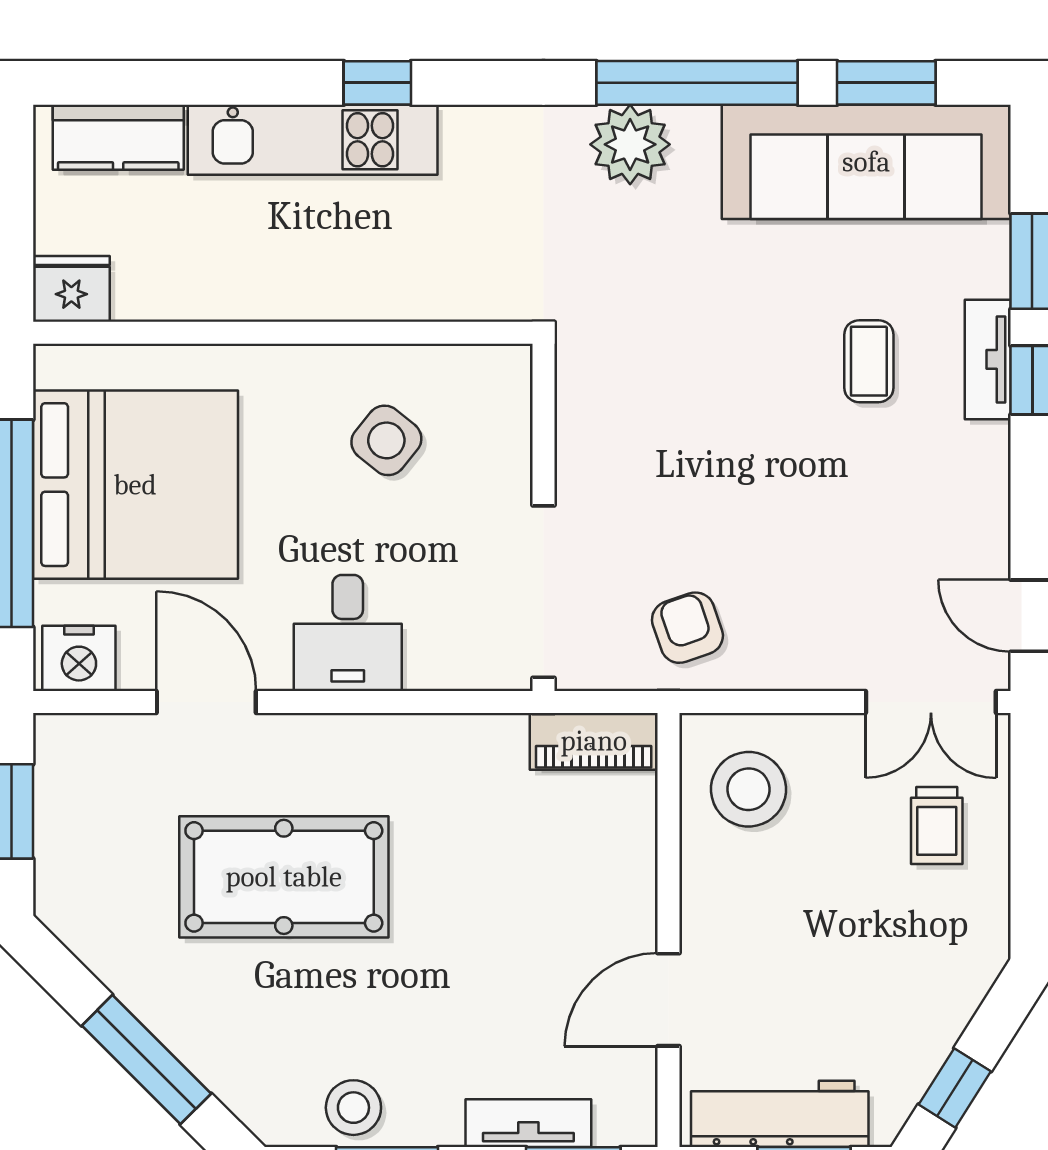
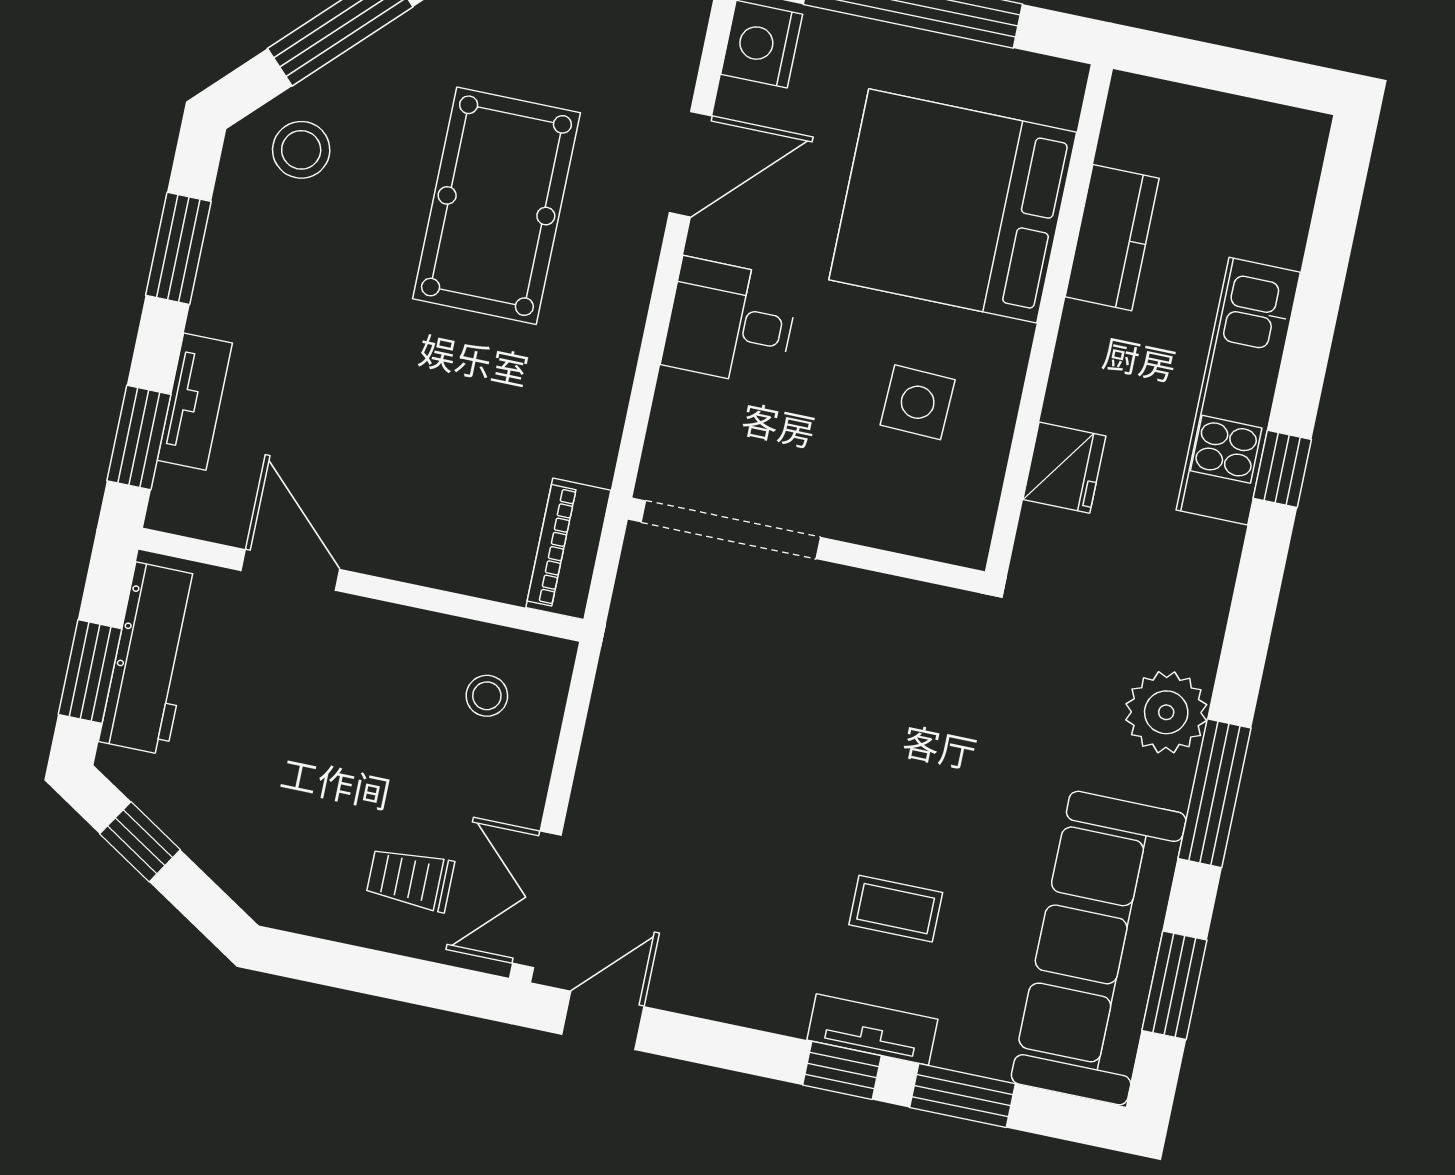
window: (697, 83) -> (1215, 793), width x0.68
kitchen counter: (118, 137) -> (1112, 238), moved, turned 180
fridge: (71, 289) -> (1064, 468), moved
side table: (386, 440) -> (918, 402), turned -37
bed: (135, 485) -> (953, 206), moved, turned 90
armchair: (687, 628) -> (664, 668), removed
stool: (749, 789) -> (487, 696), width x0.53, depth x0.53
stool: (353, 1108) -> (301, 150), moved

